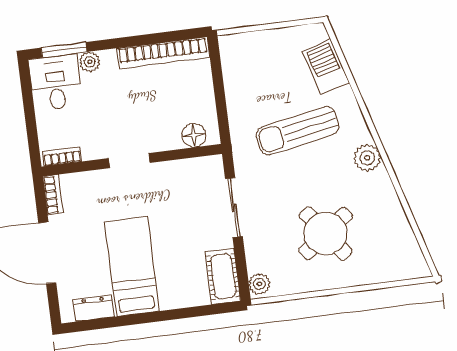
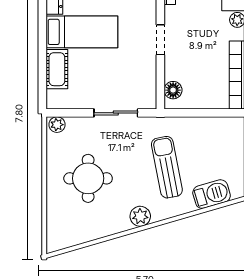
round table: (326, 234) -> (88, 178), turned 37
cot: (223, 276) -> (57, 69), moved, turned 90

